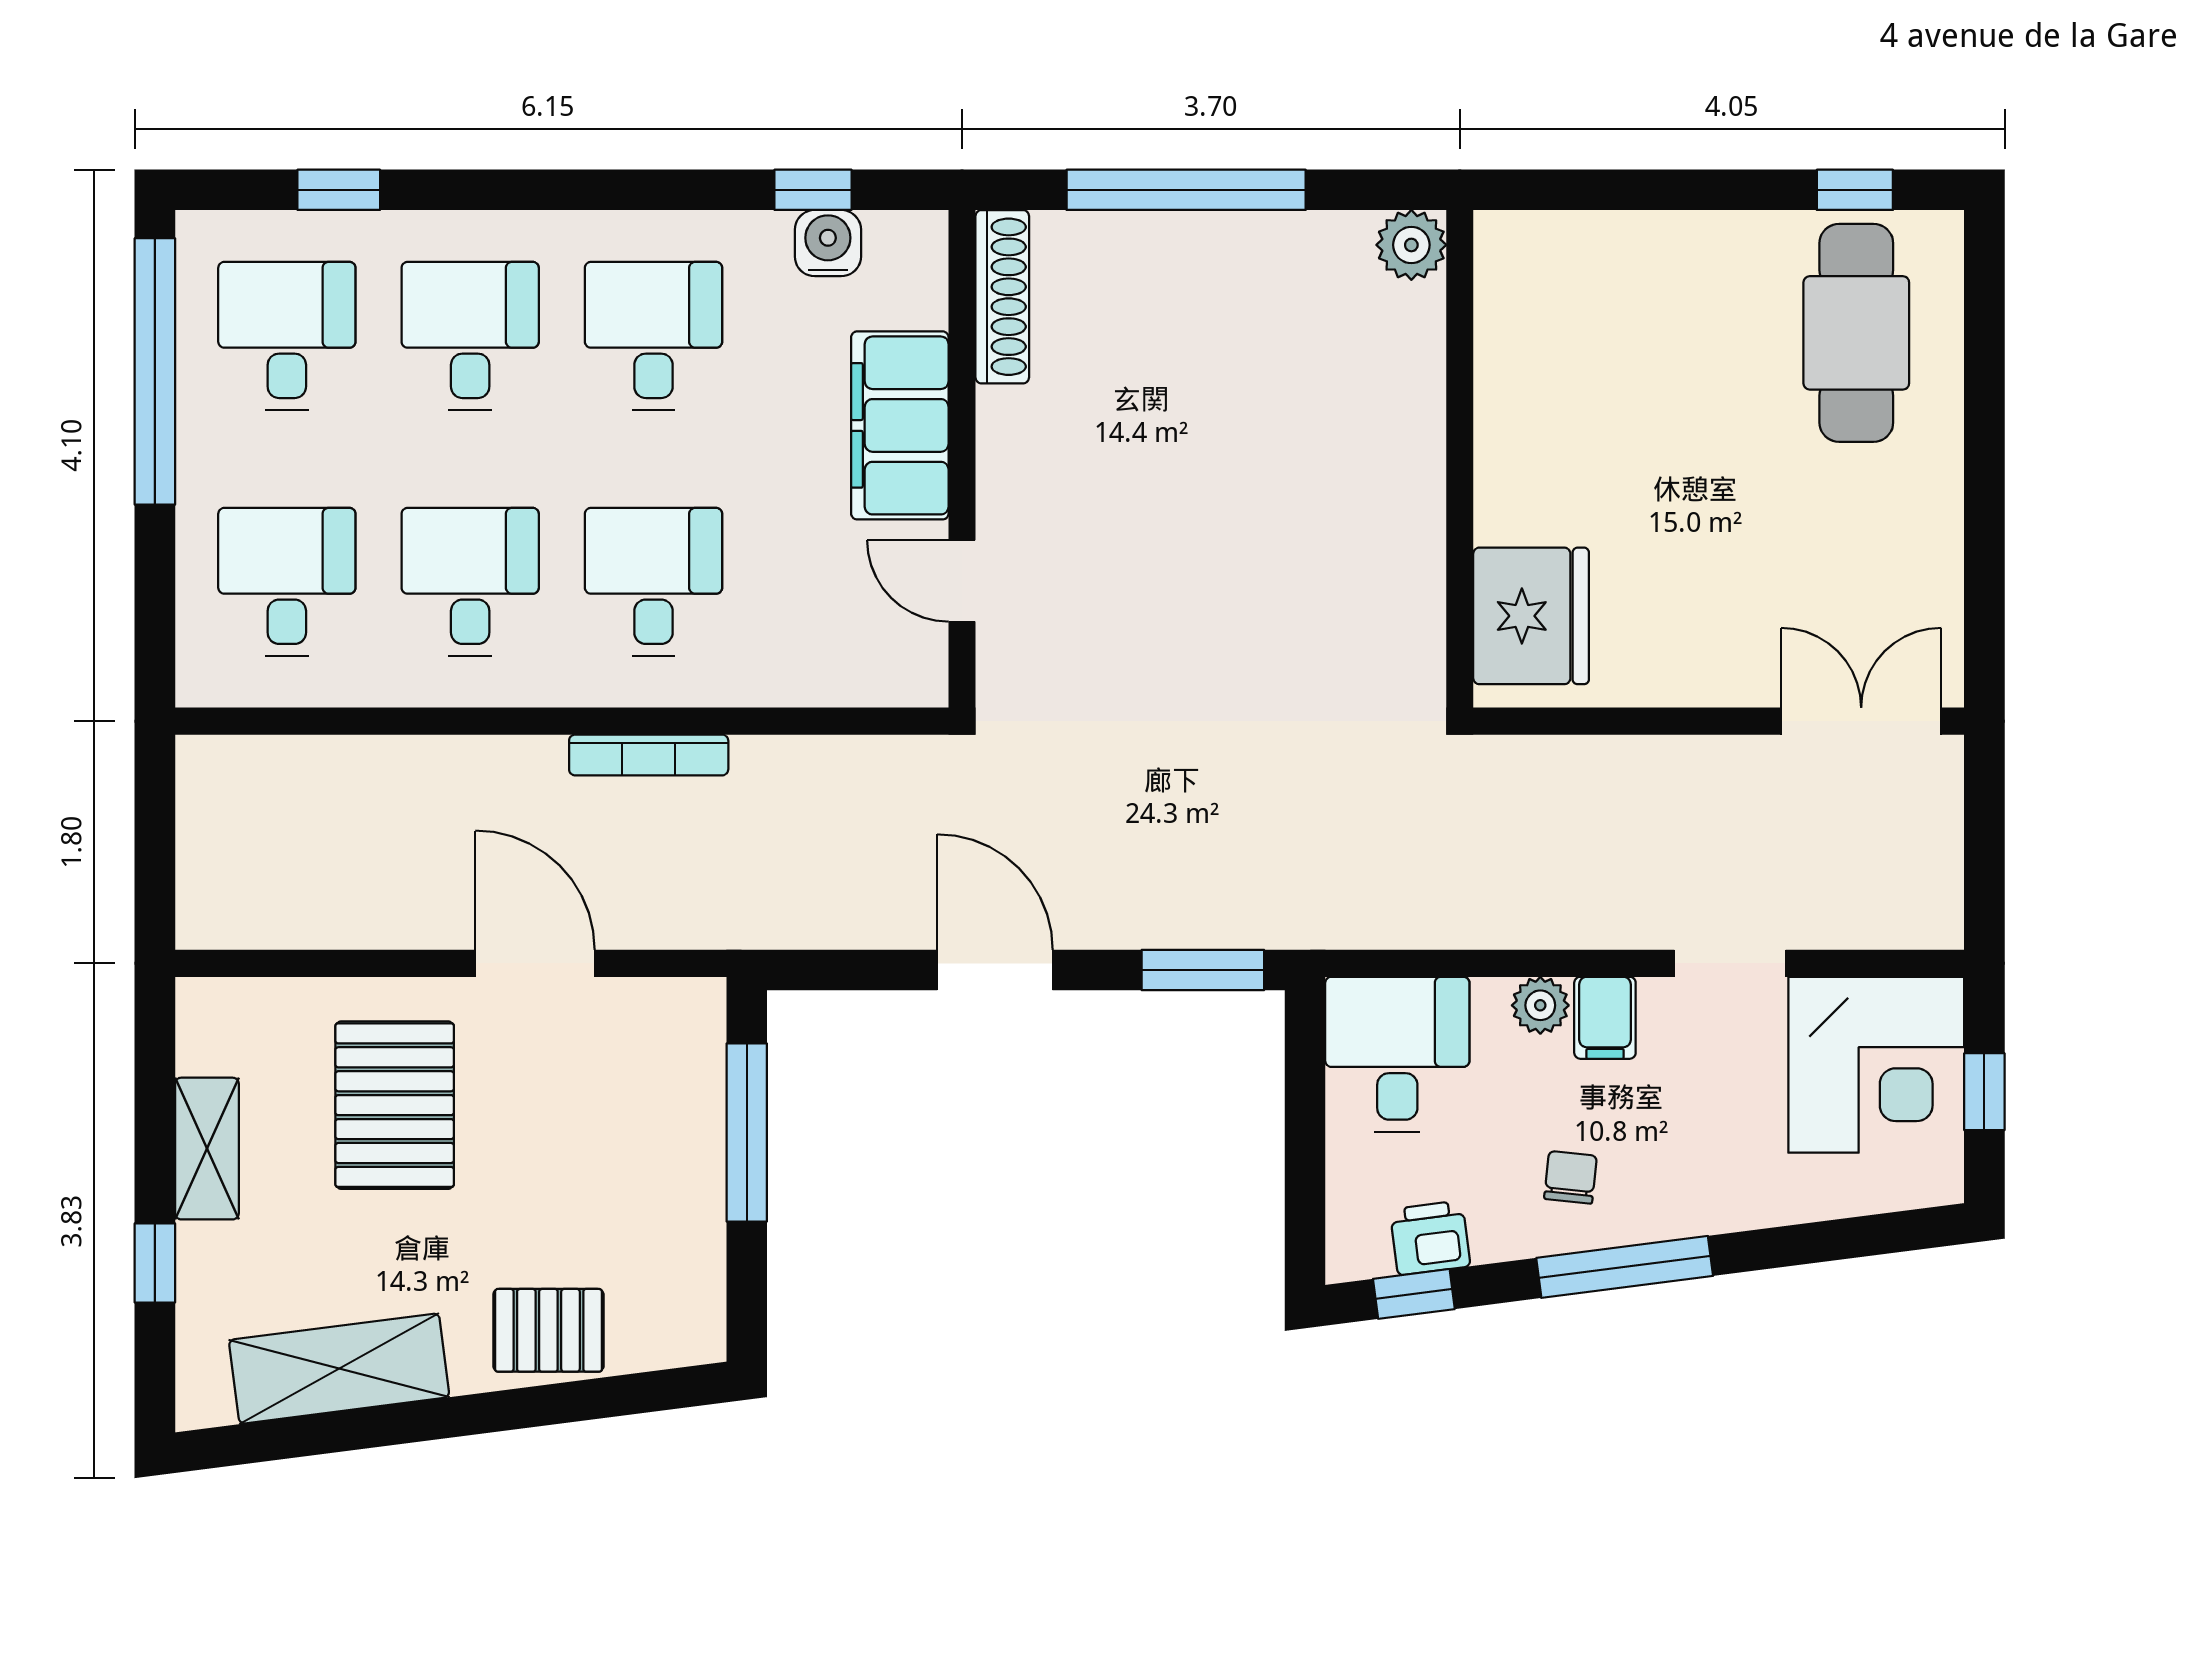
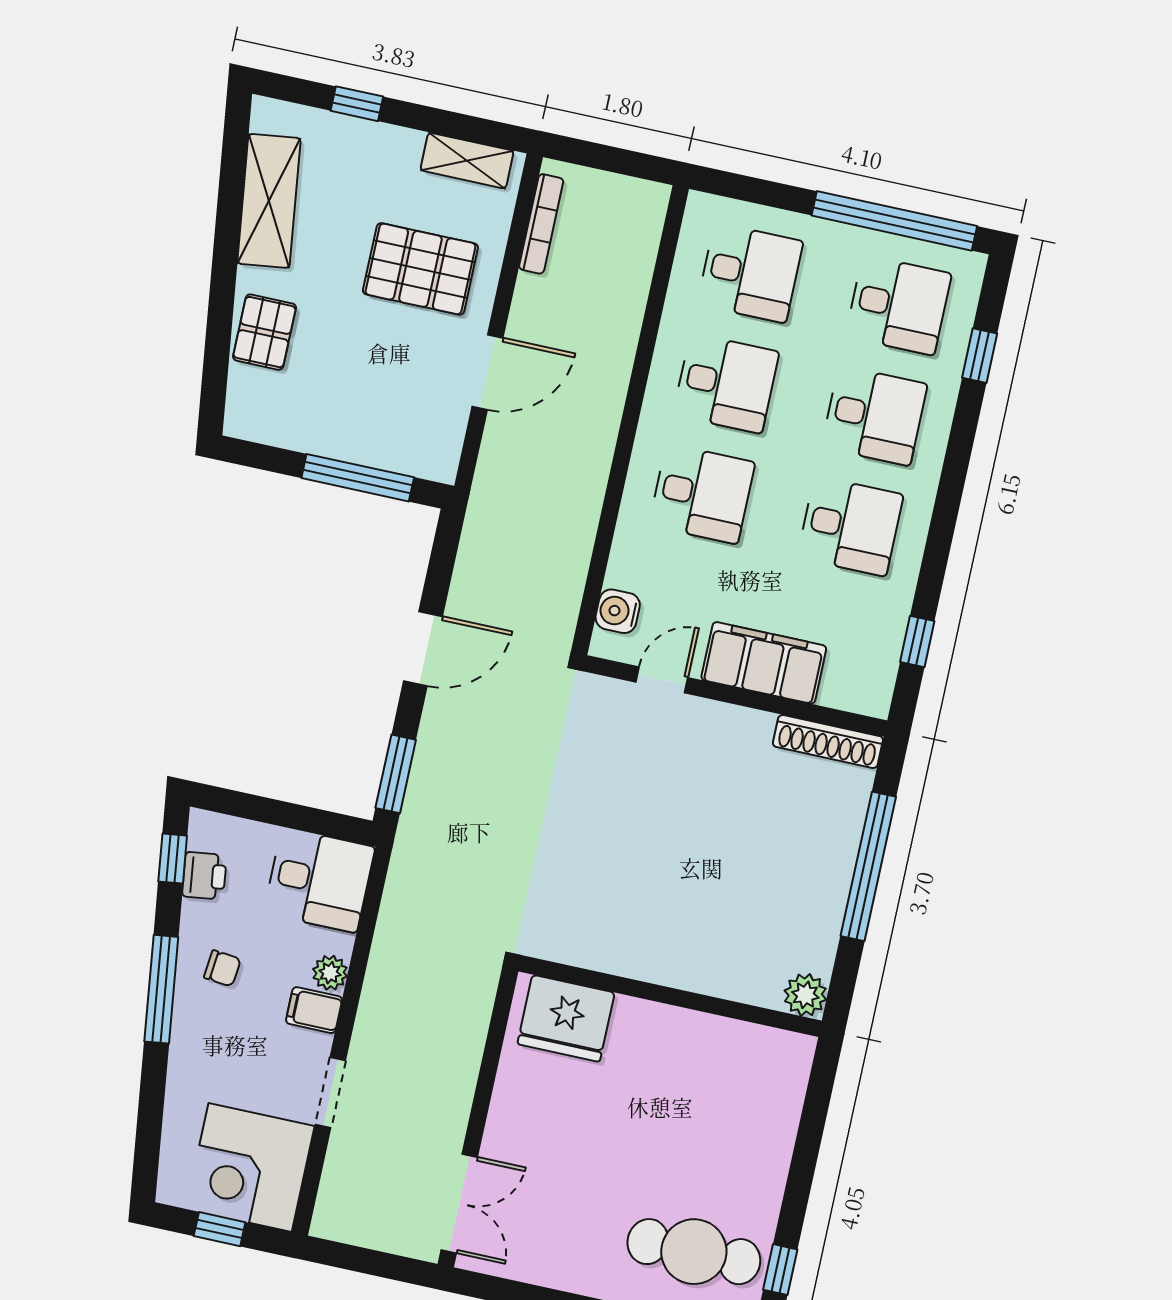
water cooler: (828, 243) -> (618, 611), moved, turned 180
bookcase: (649, 755) -> (541, 224), moved, turned 180
shelving: (207, 1149) -> (467, 161), moved

